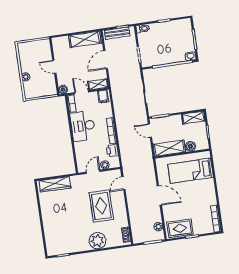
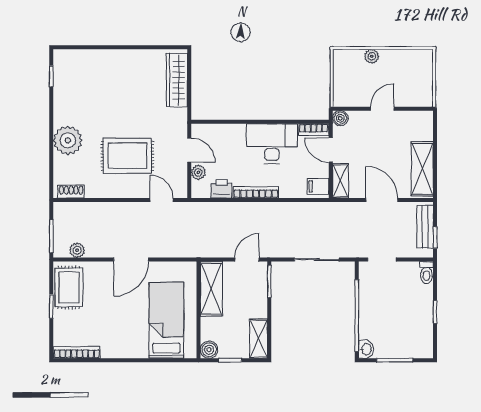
door: (82, 92) -> (331, 150), swing flipped
boiler: (190, 146) -> (209, 350), moved

